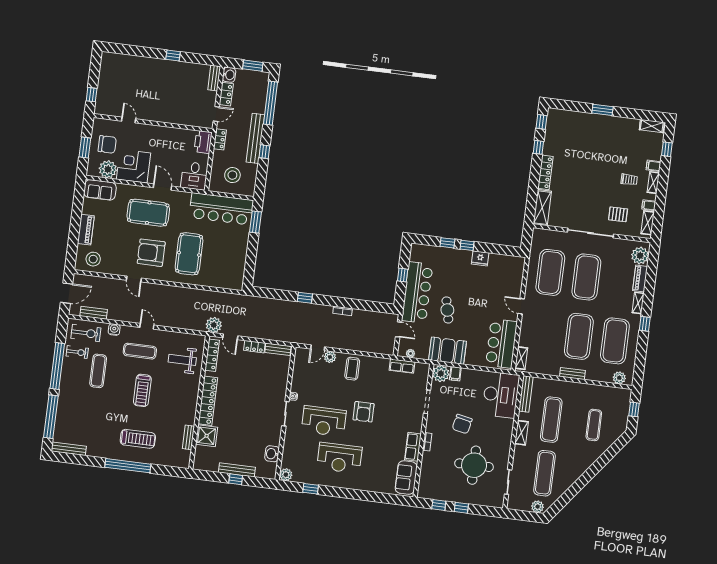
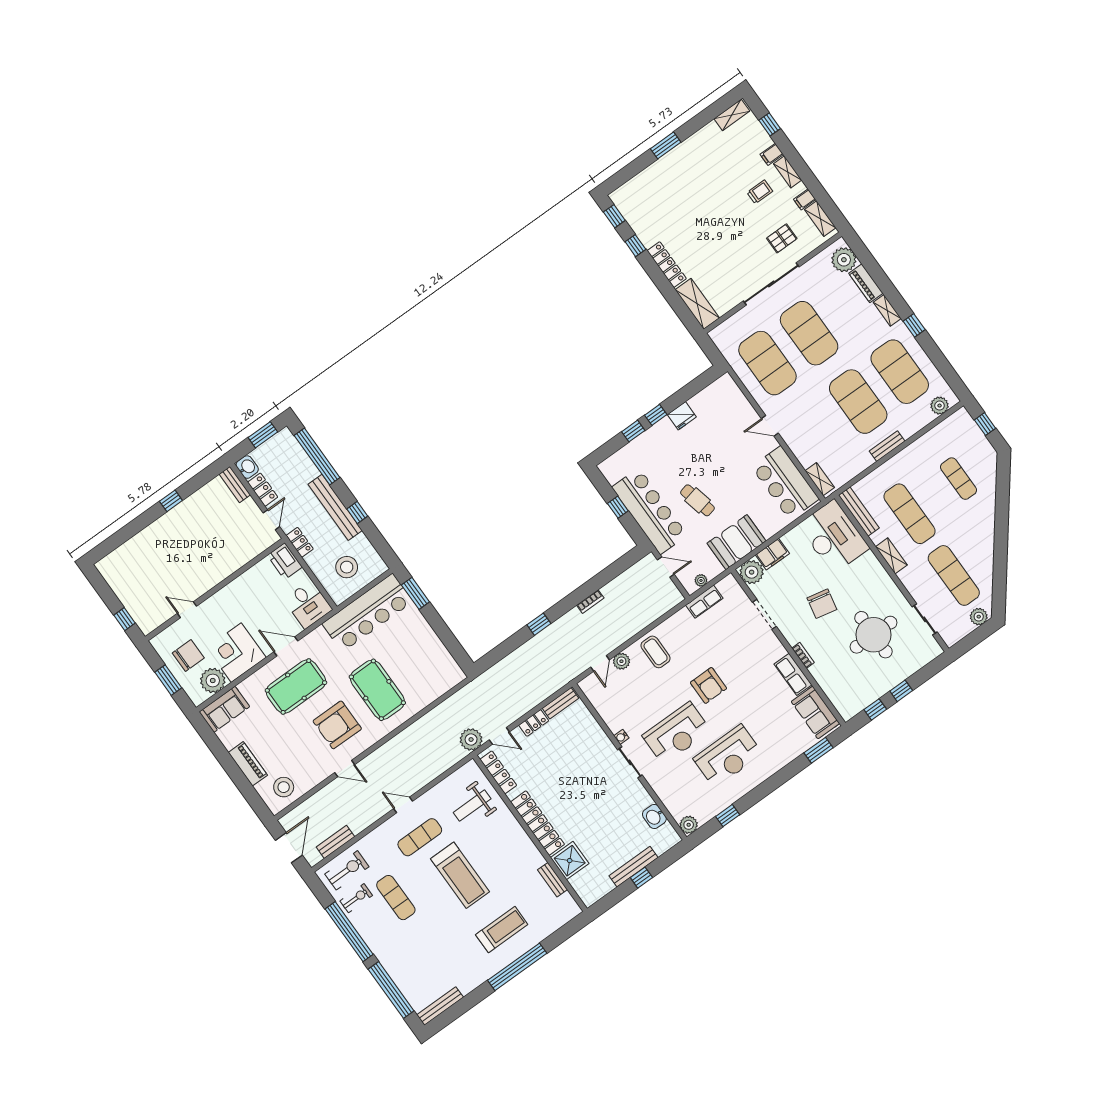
water cooler: (114, 329) -> (373, 840), removed
filing cabinet: (455, 374) -> (772, 554), width x2.00
treadmill: (142, 390) -> (460, 875), width x1.37, depth x1.38
window: (389, 499) -> (819, 750), added

